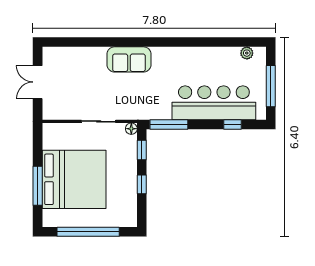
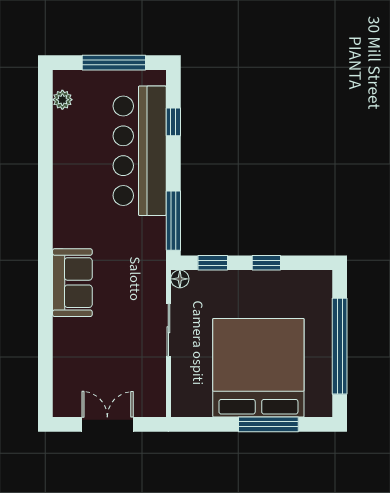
double door: (38, 82) -> (107, 424), swing flipped

